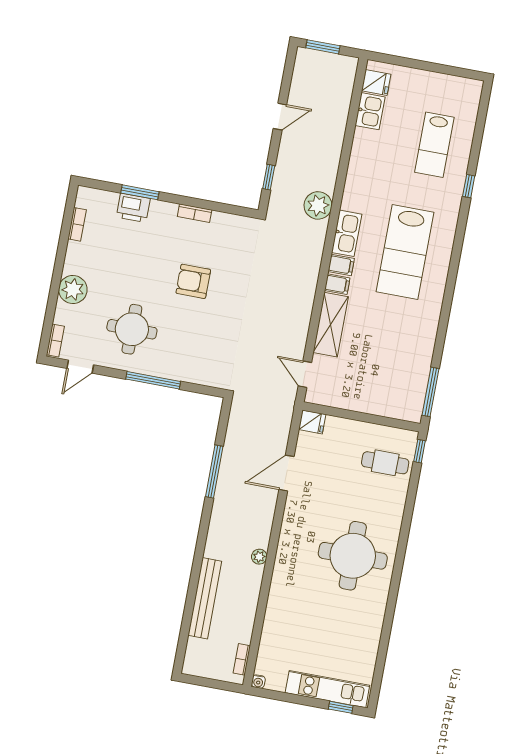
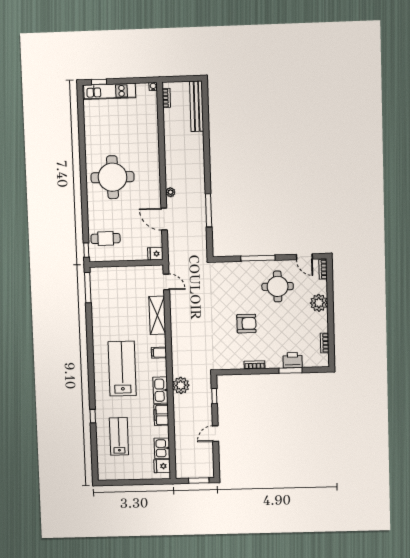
kitchen sink: (347, 233) -> (160, 390), moved
filing cabinet: (337, 284) -> (161, 415), moved, width x2.00
door: (80, 367) -> (304, 257), swing flipped
door: (286, 473) -> (164, 219), swing flipped
plant: (259, 557) -> (170, 192), moved
bench: (205, 598) -> (197, 106), moved

